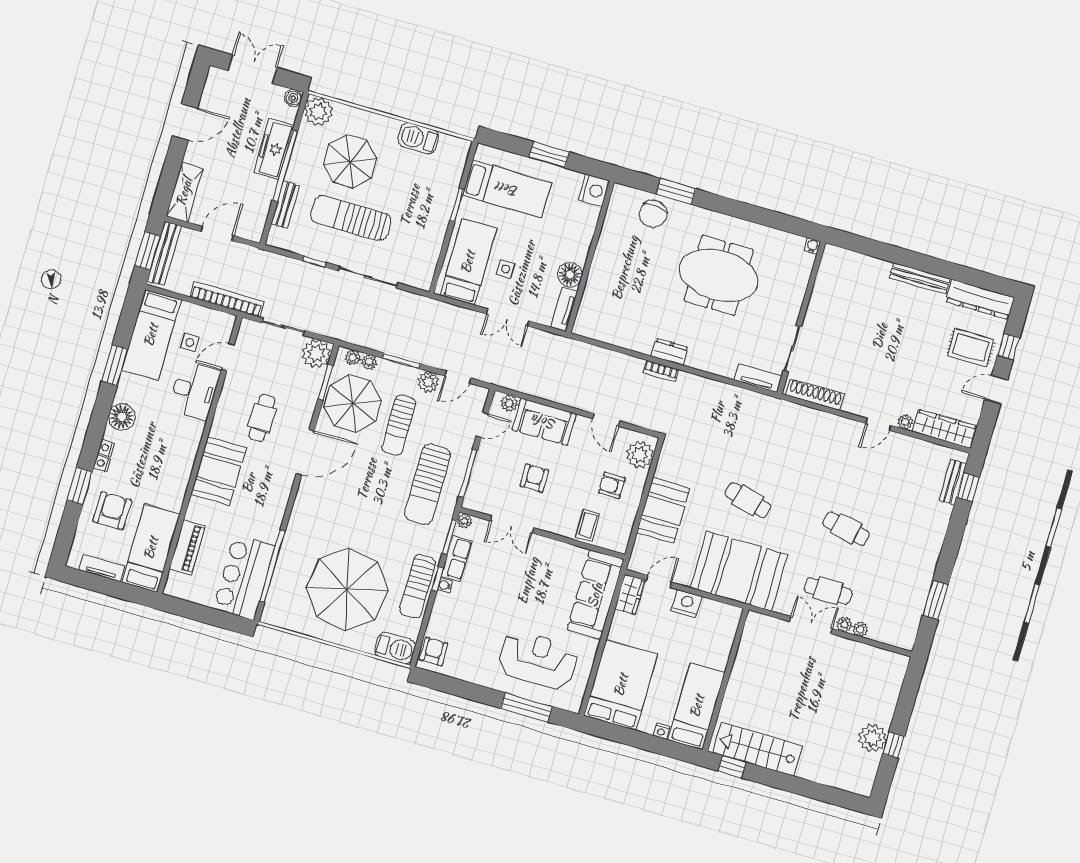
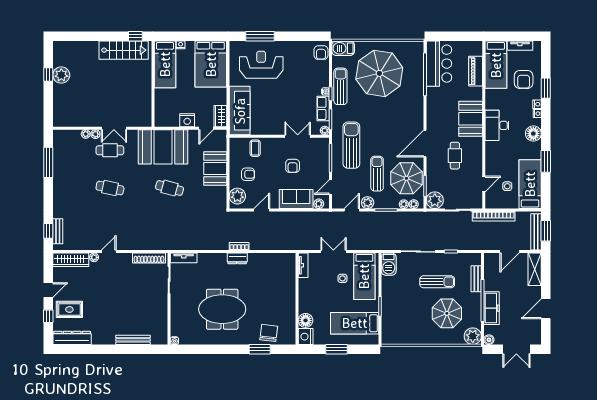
barbecue: (418, 138) -> (389, 264), moved, turned 90
sun lounger: (351, 218) -> (437, 282), width x0.73, depth x0.75
floor lamp: (570, 275) -> (306, 320), moved
bench: (920, 279) -> (133, 340), moved
desk: (194, 391) -> (497, 125), moved
door: (606, 420) -> (262, 210), hinge flipped
window: (935, 600) -> (48, 162), width x1.44
reception desk: (538, 660) -> (261, 65), turned 180

